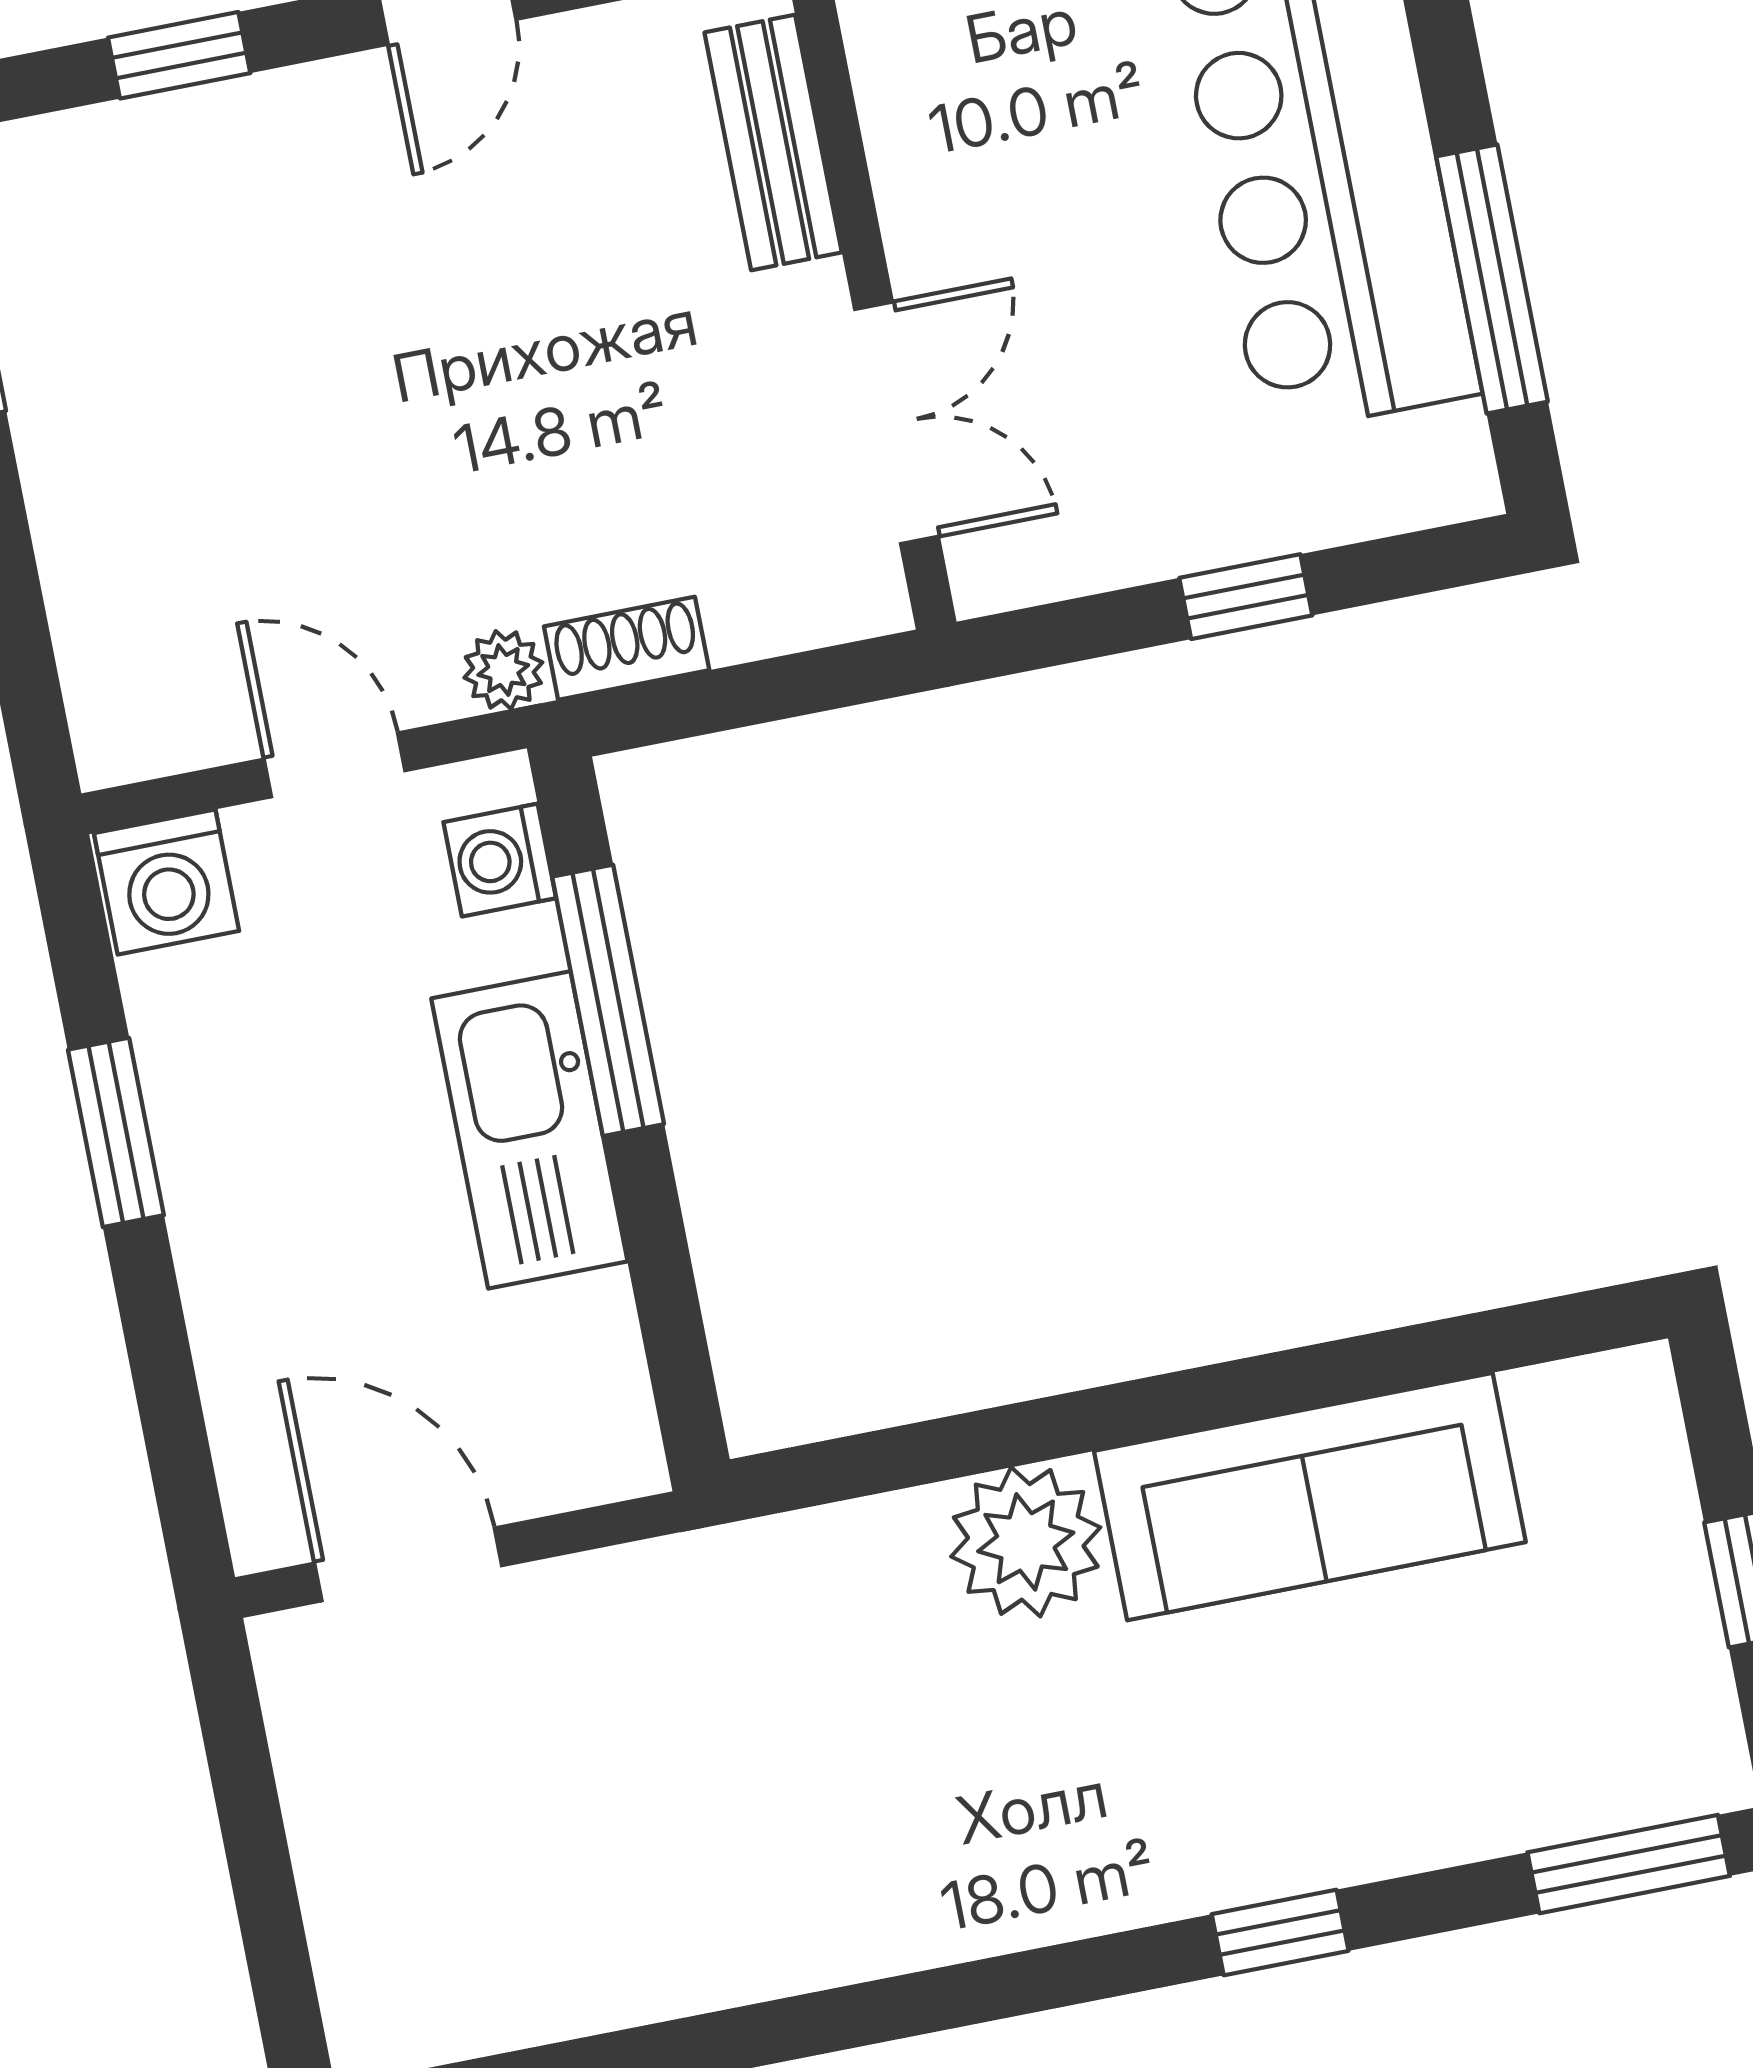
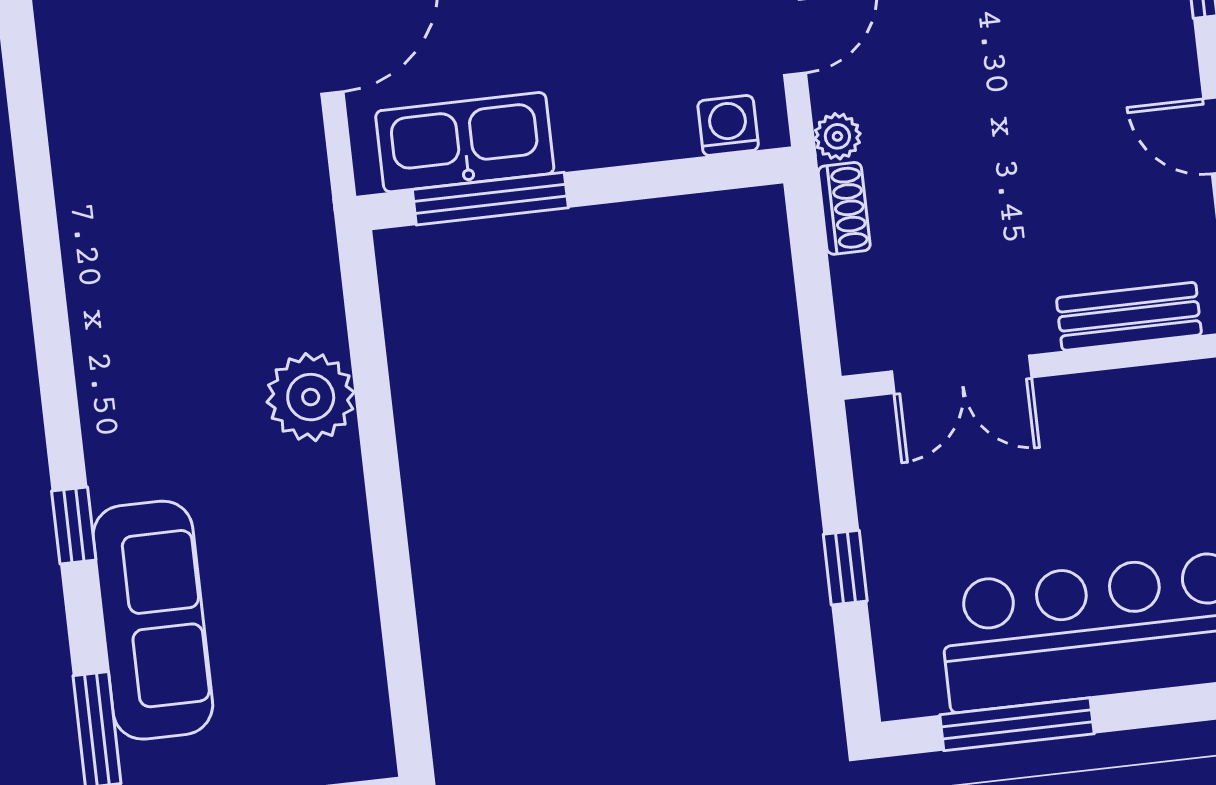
window: (608, 1000) -> (490, 199), moved
kitchen sink: (529, 1130) -> (465, 142), moved
sofa: (1310, 1497) -> (153, 620), moved, turned 180

